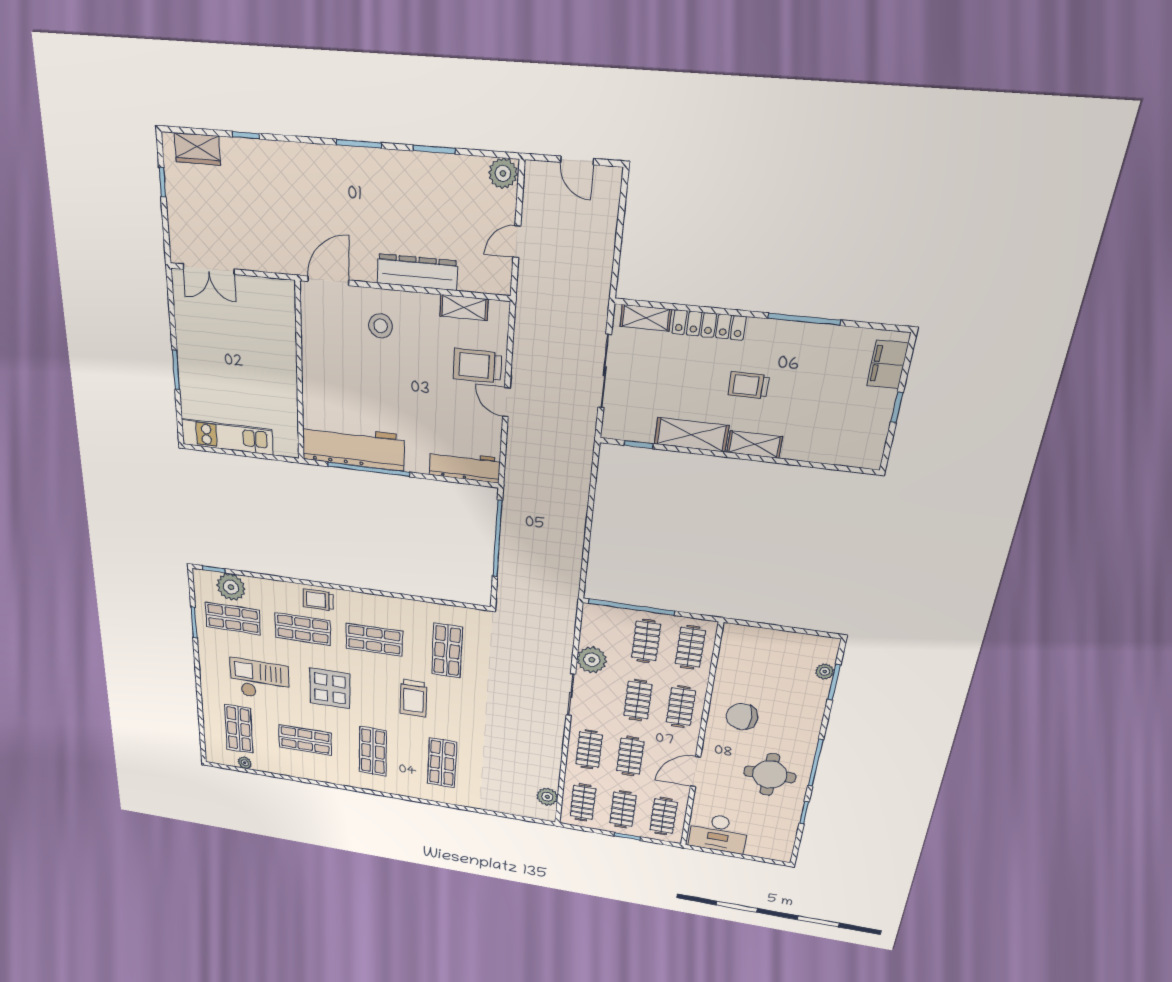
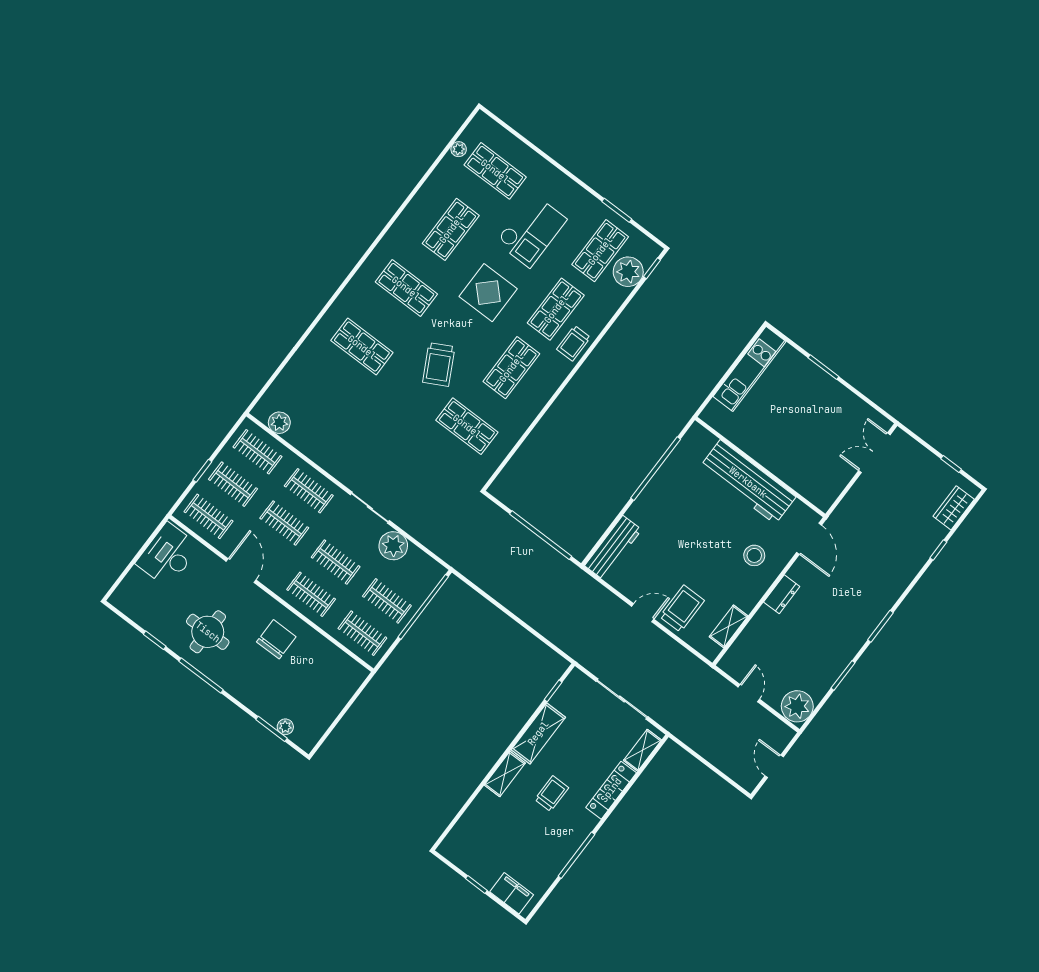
door: (577, 160) -> (774, 766), hinge flipped
plant: (503, 173) -> (797, 706), width x1.36, depth x1.36
dresser: (417, 272) -> (782, 594), width x0.51, depth x0.80
workbench: (353, 447) -> (748, 482), moved, turned 90
trolley: (318, 600) -> (574, 343), turned 180
trolley: (413, 698) -> (439, 365), turned -118

